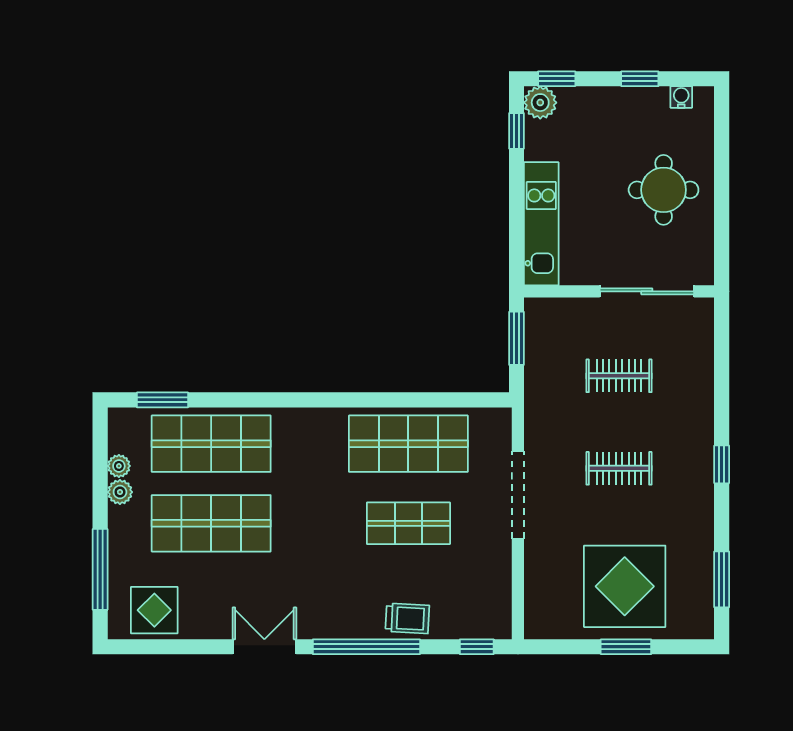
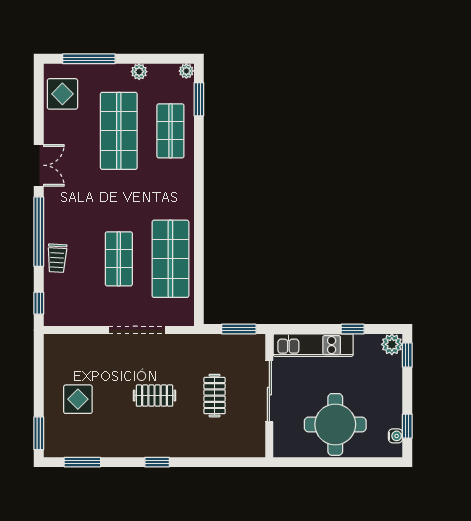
window: (640, 79) -> (407, 426), moved
window: (516, 131) -> (353, 329), moved
round table: (664, 190) -> (335, 424), width x1.36, depth x1.36
sliding door: (647, 291) -> (269, 391), moved
shop shelf: (211, 444) -> (170, 131), width x0.70, depth x0.74
plant: (119, 466) -> (186, 71), moved
clothes rail: (619, 468) -> (155, 396), turned 90
display table: (625, 586) -> (78, 399), width x0.54, depth x0.54
window: (626, 647) -> (39, 433), moved

